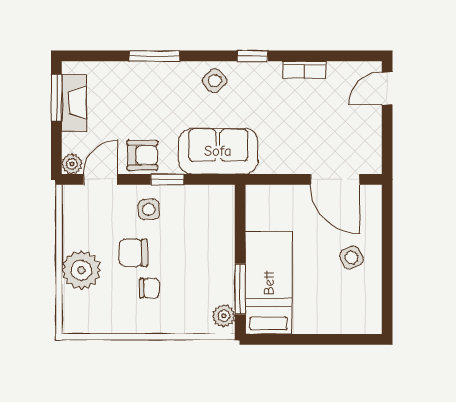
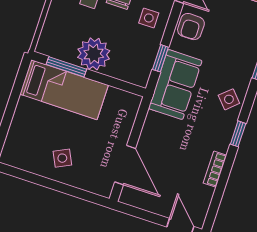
window: (167, 179) -> (160, 58), moved
door: (335, 179) -> (125, 165), swing flipped
plant: (224, 316) -> (94, 54), moved, width x1.88, depth x1.88

